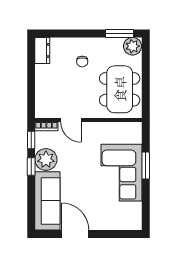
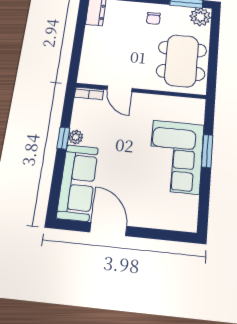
chair: (82, 62) -> (153, 18), moved
window: (31, 140) -> (68, 107), removed
plant: (46, 160) -> (76, 137), width x0.53, depth x0.53

